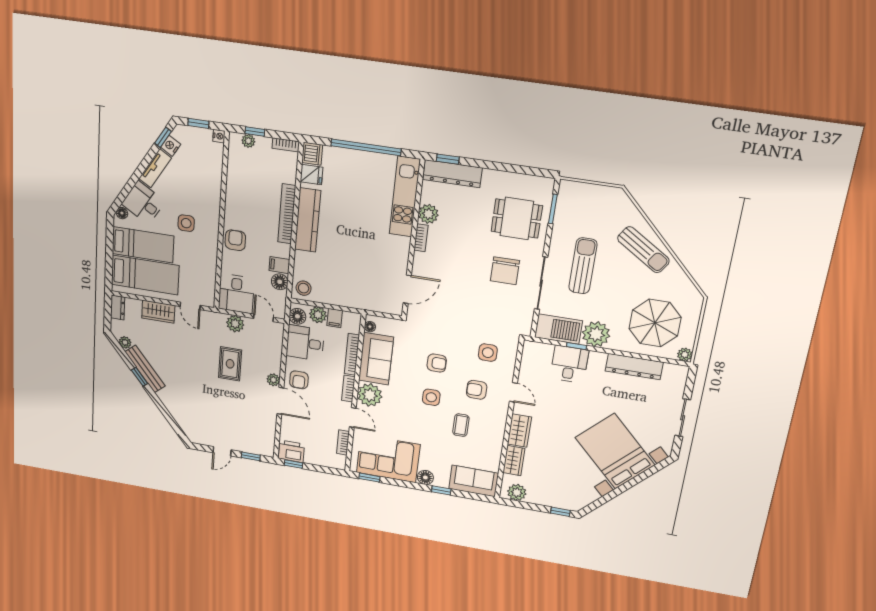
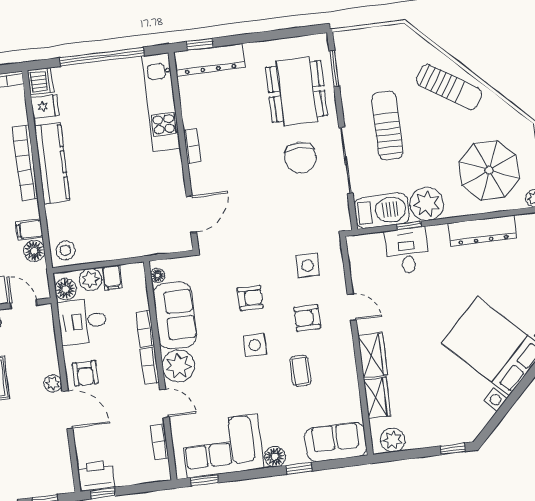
plant: (428, 214) -> (194, 115), removed
dining table: (517, 218) -> (297, 91), width x1.38
bookcase: (352, 354) -> (145, 328), width x0.64

